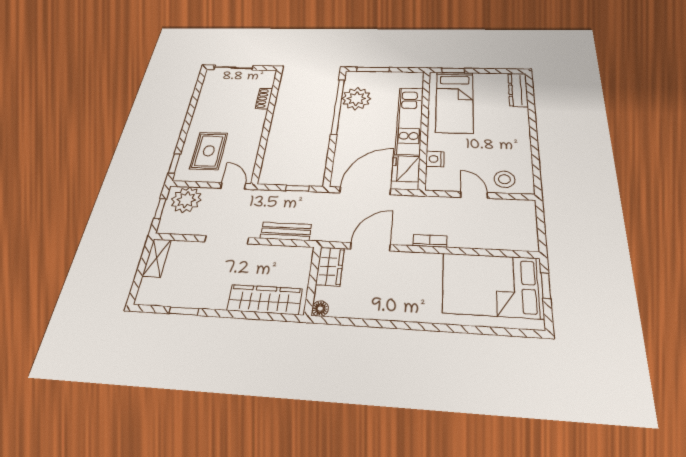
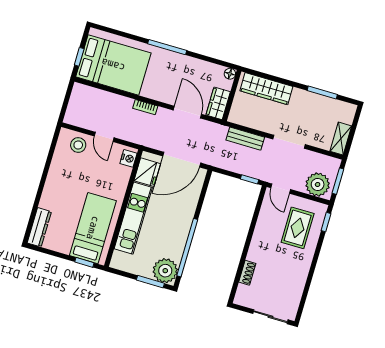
plant: (356, 99) -> (165, 271), moved
nightstand: (435, 159) -> (128, 158), moved
window: (298, 188) -> (250, 179), moved
window: (160, 209) -> (338, 181), width x1.50
door: (370, 247) -> (187, 112), swing flipped
window: (184, 311) -> (322, 93), width x1.50
window: (421, 326) -> (167, 47), added

